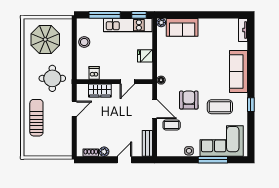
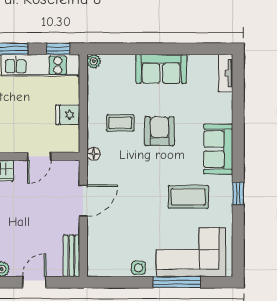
sofa: (182, 27) -> (161, 69), moved
sofa: (239, 72) -> (218, 149), width x0.73
armchair: (189, 100) -> (160, 131), moved
door: (155, 109) -> (83, 201), hinge flipped
coffee table: (172, 125) -> (120, 123), moved

